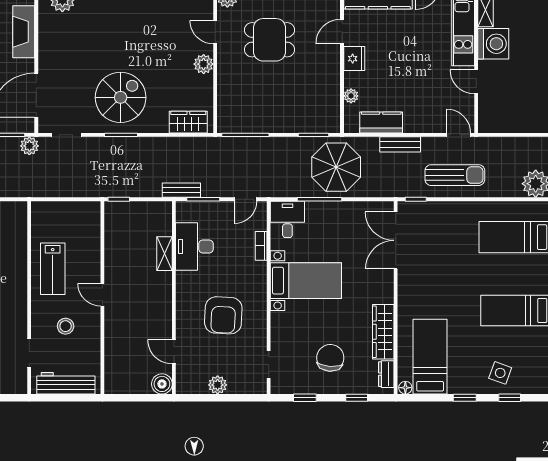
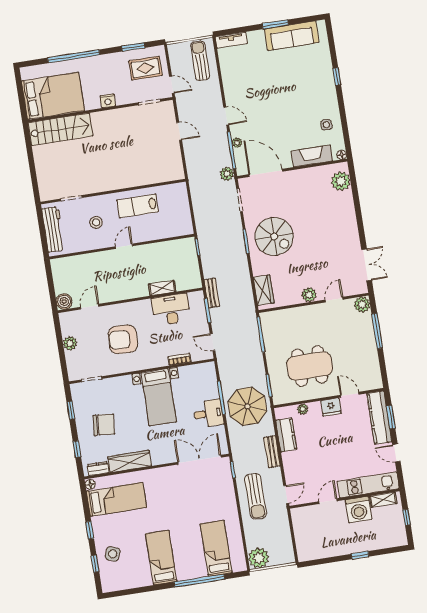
dining table: (270, 40) -> (310, 366), moved, width x1.38
desk: (287, 219) -> (208, 413), moved

